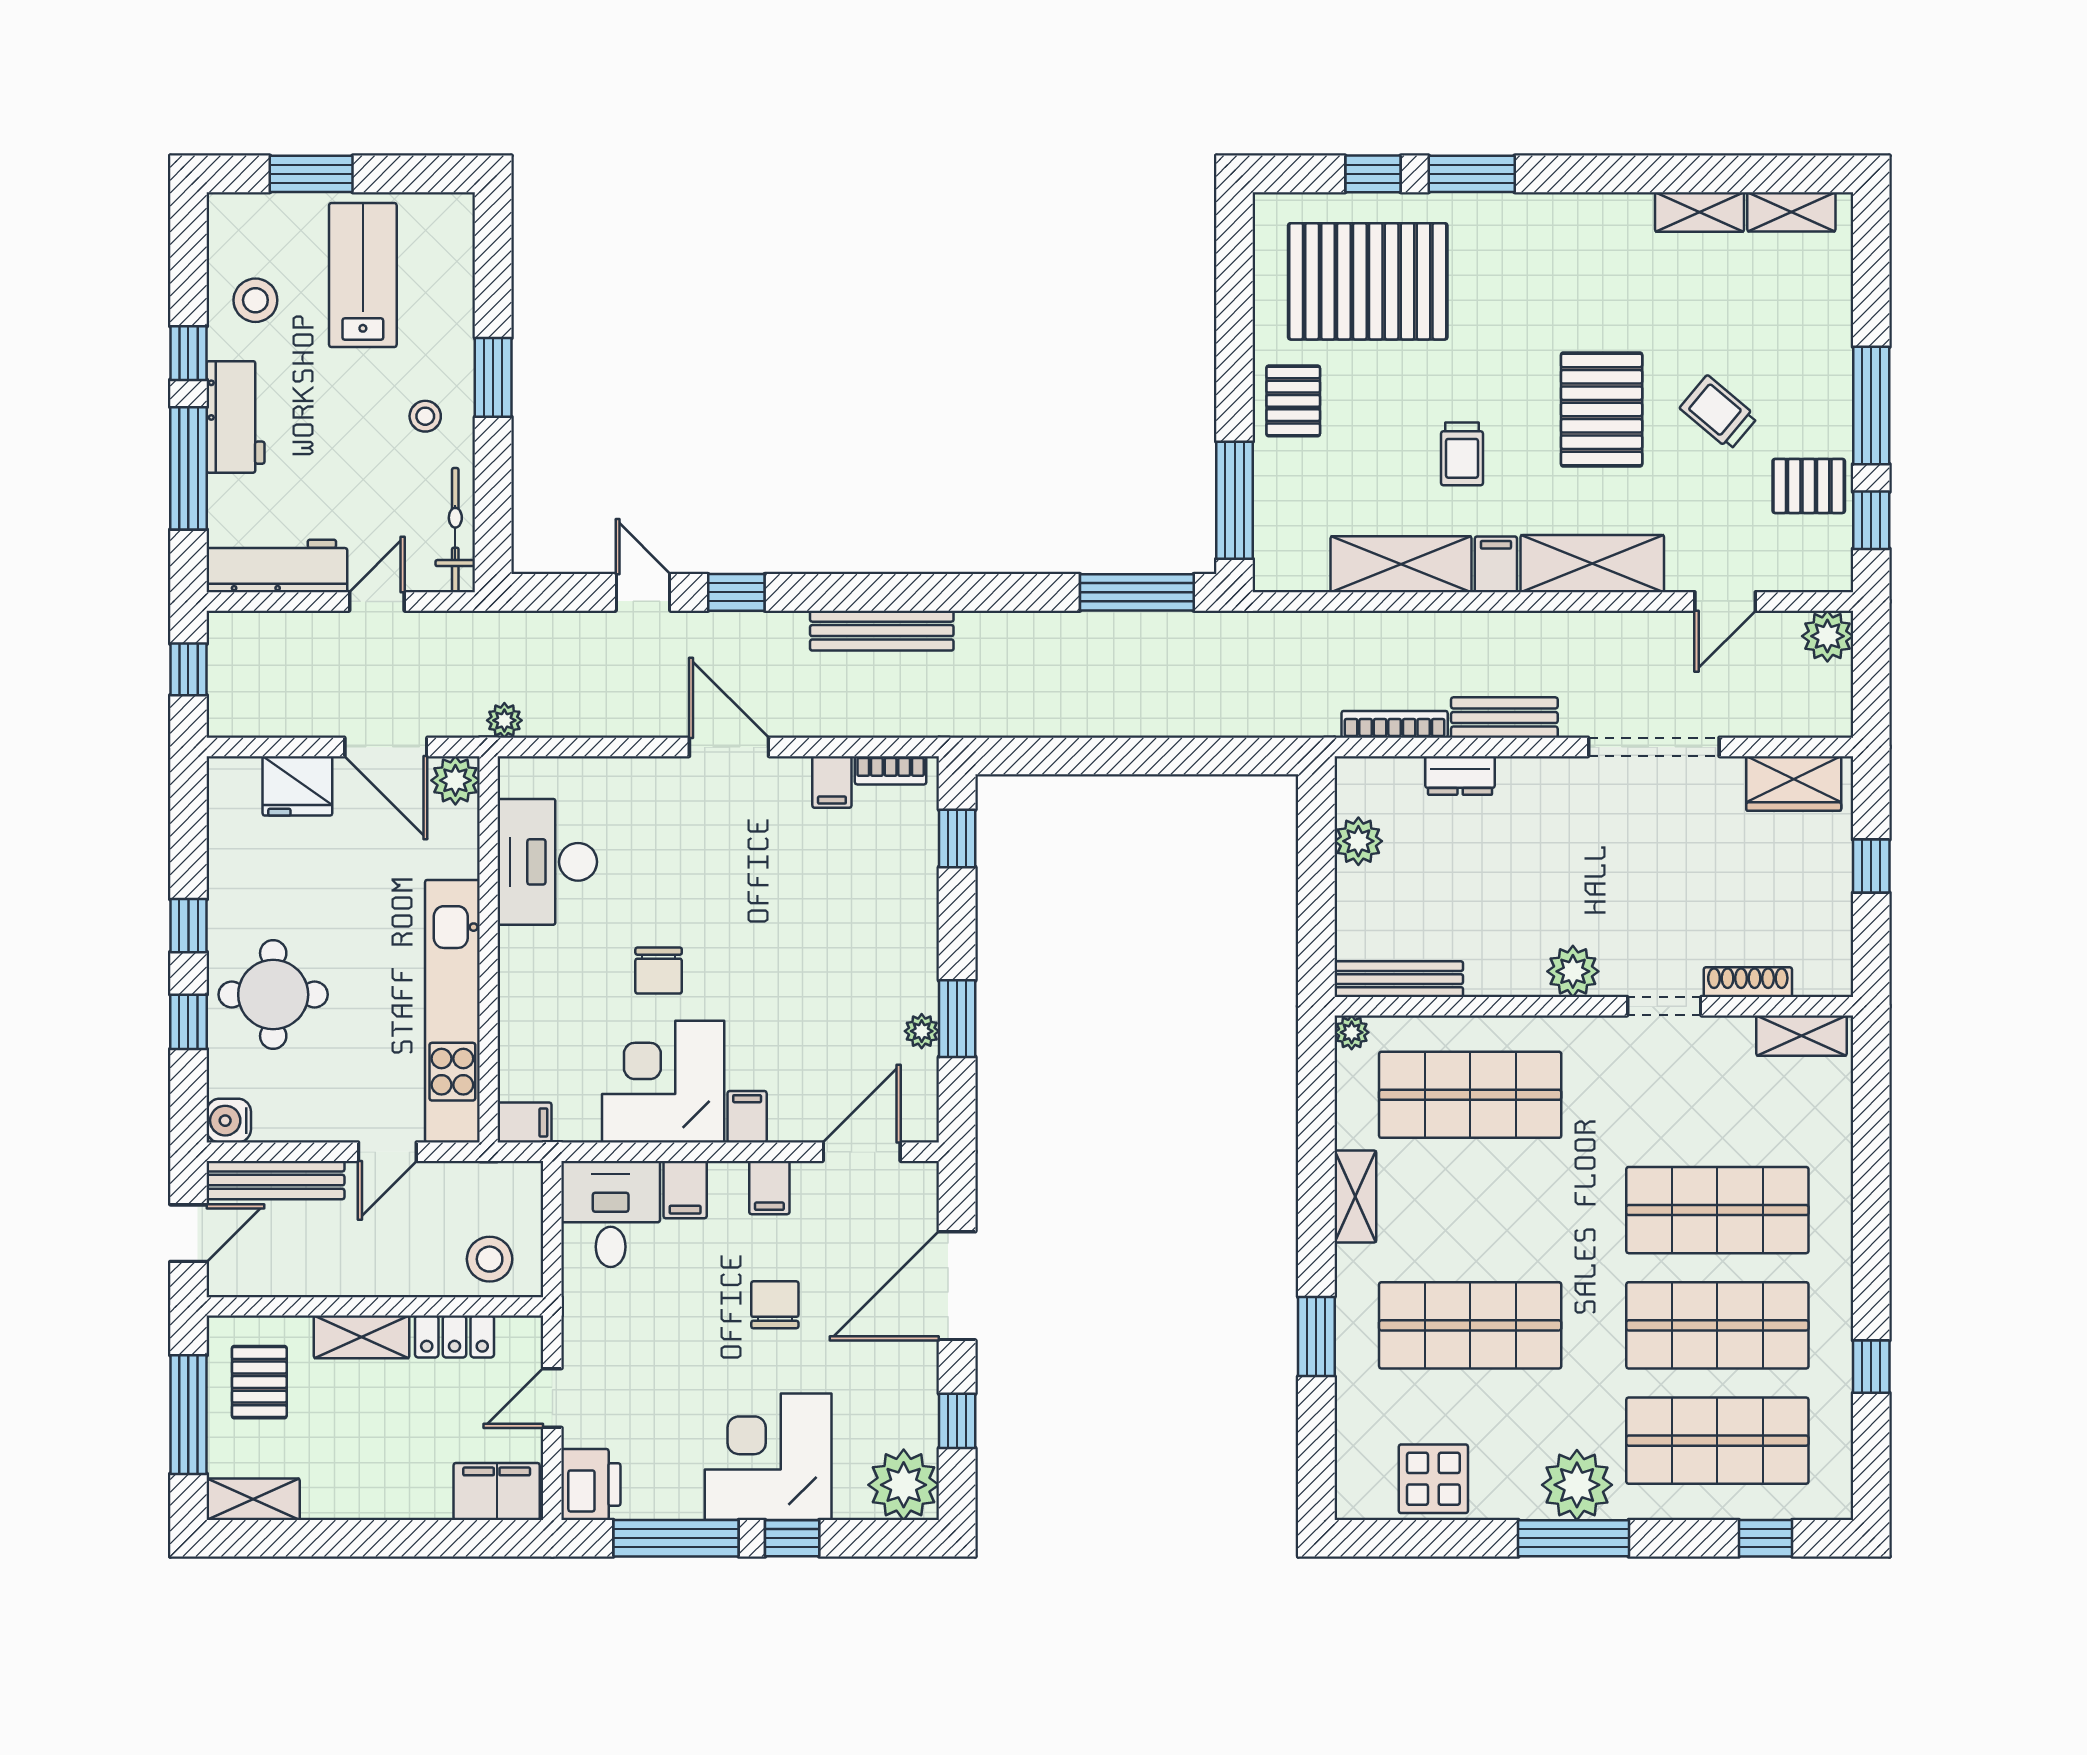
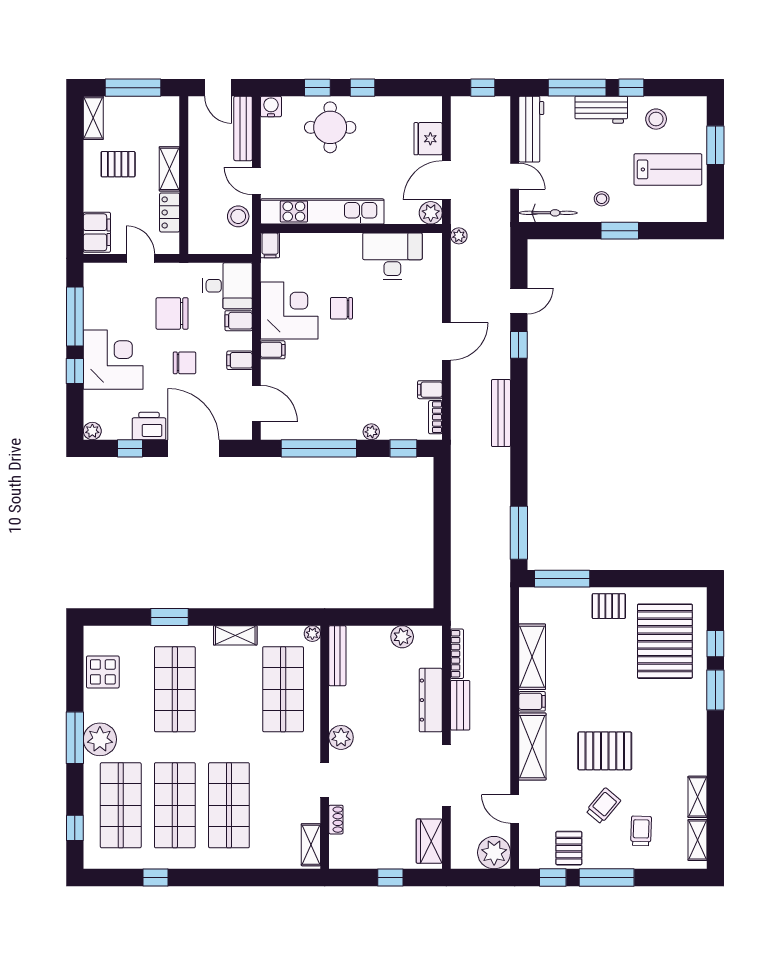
trolley: (1462, 454) -> (641, 831), moved, turned 92
plant: (1827, 636) -> (494, 853), width x1.36, depth x1.36
dresser: (1460, 776) -> (431, 700), width x1.96, depth x1.24
shoe rack: (1748, 982) -> (336, 820), width x0.70
window: (957, 1019) -> (319, 448), width x2.11
plant: (922, 1031) -> (371, 432), moved
stool: (490, 1259) -> (238, 216), moved
chair: (670, 1331) -> (172, 313), added
pallet: (259, 1382) -> (118, 164), moved
printer: (591, 1484) -> (149, 426), moved, turned 180
plant: (904, 1485) -> (92, 431), width x0.53, depth x0.53

